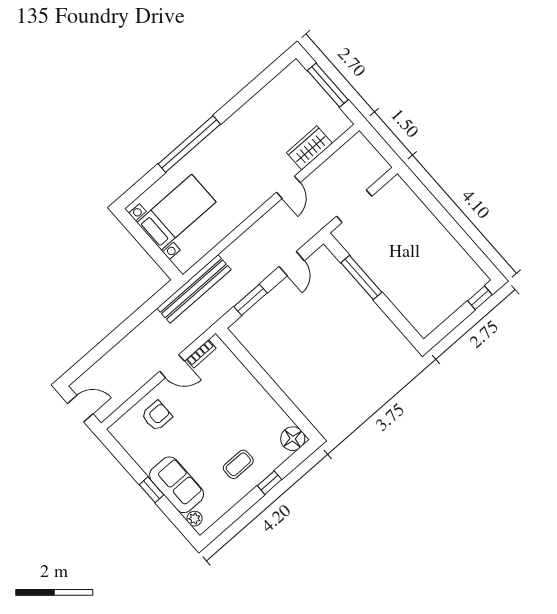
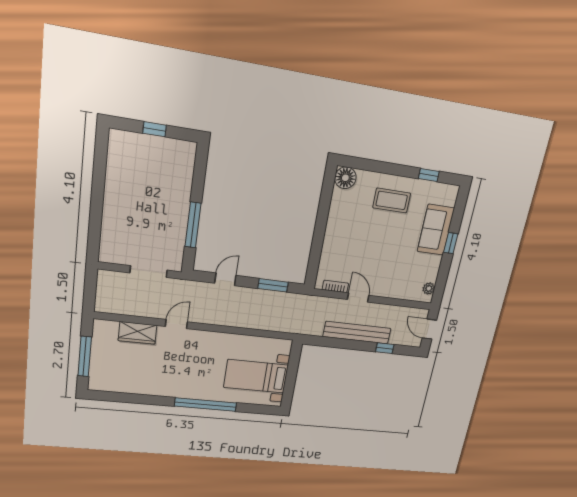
bench: (194, 289) -> (357, 333), moved
window: (480, 298) -> (154, 129), moved
window: (98, 352) -> (385, 348), added
armchair: (157, 416) -> (399, 280), removed
coffee table: (238, 464) -> (392, 200), width x1.36, depth x1.30
window: (270, 483) -> (429, 175), moved
plant: (195, 519) -> (429, 288), moved

